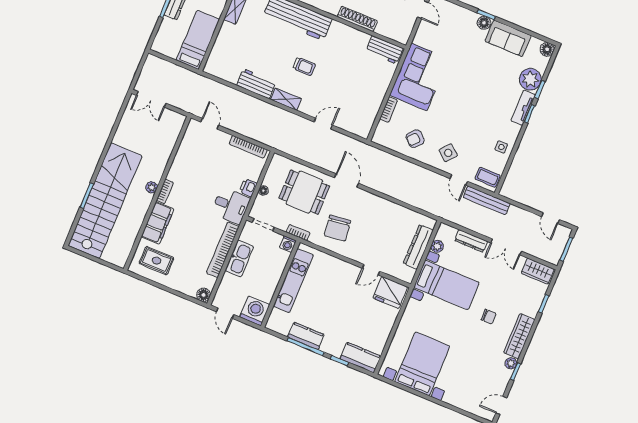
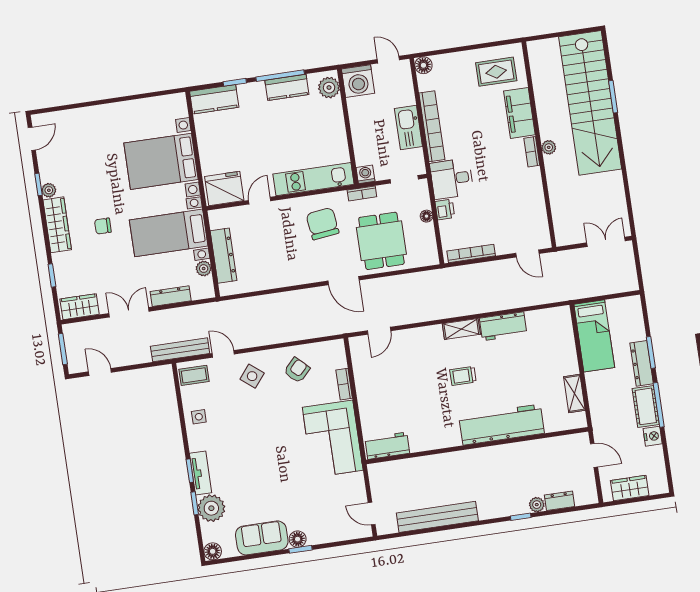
shoe rack: (357, 19) -> (436, 461), removed
door: (323, 124) -> (379, 331), moved
dining table: (304, 192) -> (381, 241), turned 90
kitchen unit: (293, 281) -> (313, 179), moved, turned 90
plant: (277, 318) -> (329, 88), added
bed with nightstands: (422, 364) -> (161, 161), moved, turned 90

